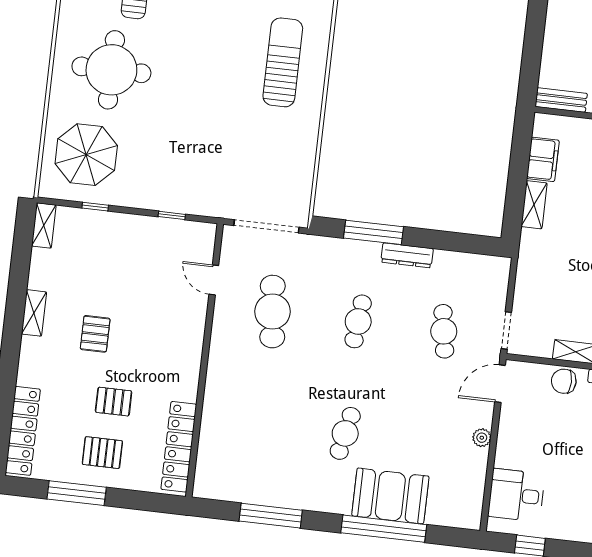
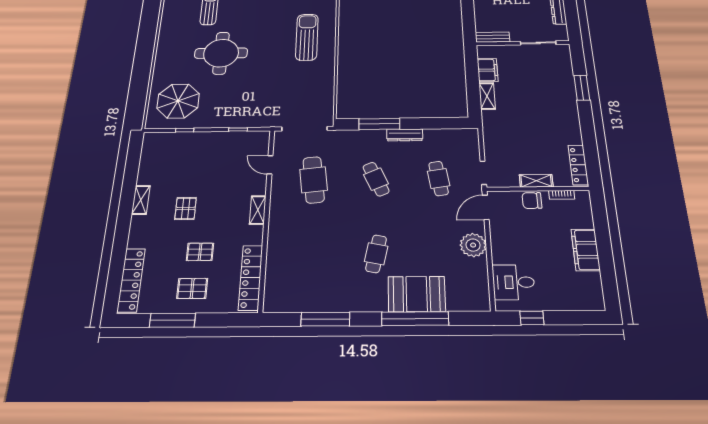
round table: (111, 70) -> (221, 53), moved
shelving: (44, 225) -> (258, 210), moved
cafe table: (358, 321) -> (376, 179), turned -30
plant: (482, 438) -> (473, 245), width x1.88, depth x1.88

